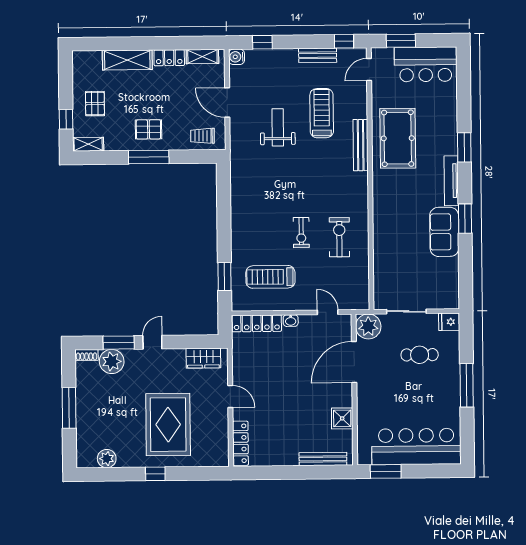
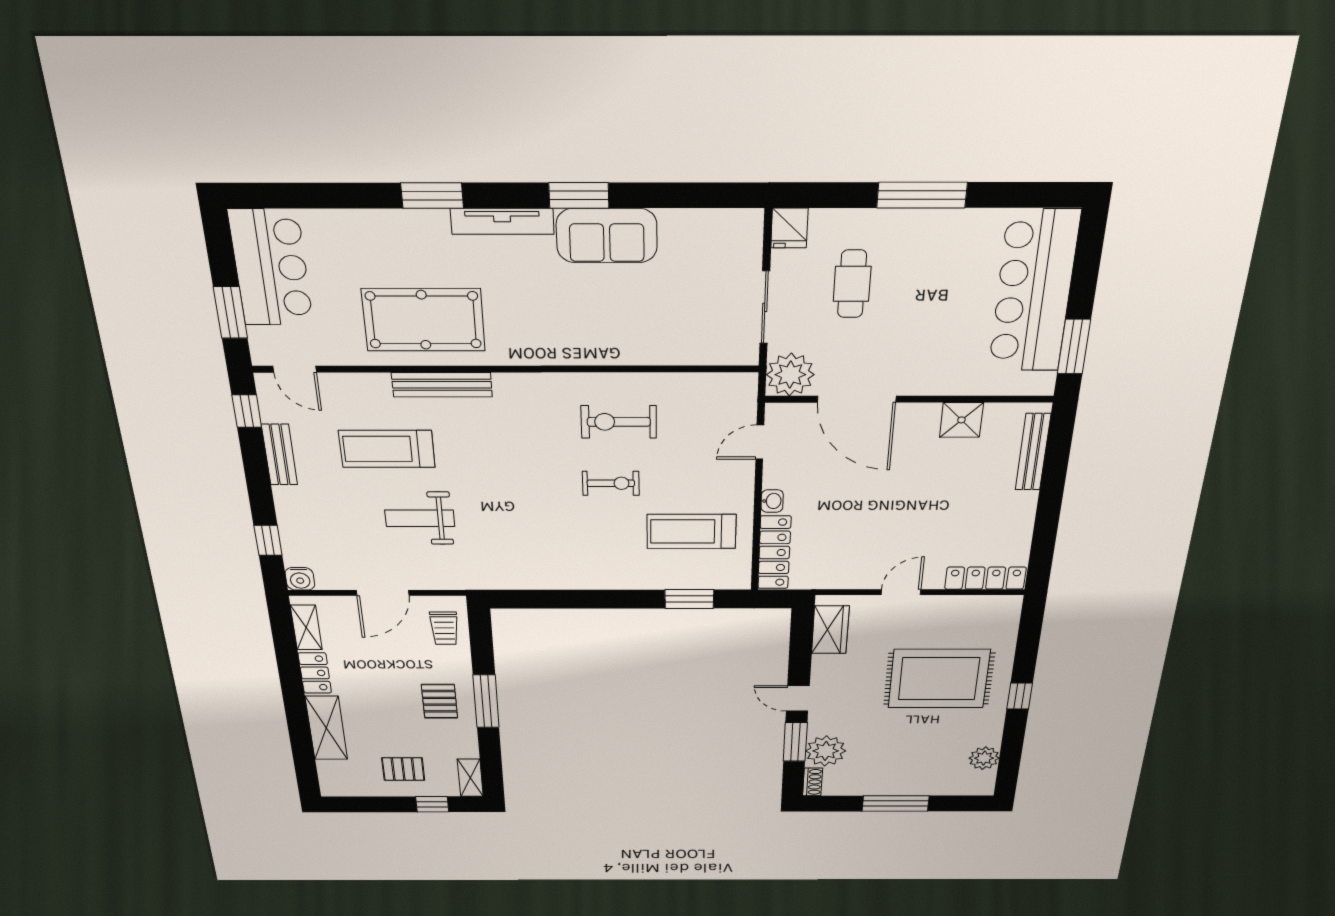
treadmill: (270, 277) -> (691, 531), turned 90

